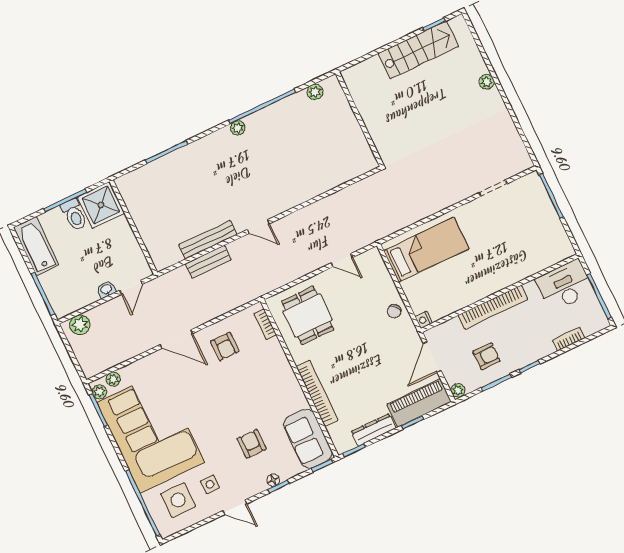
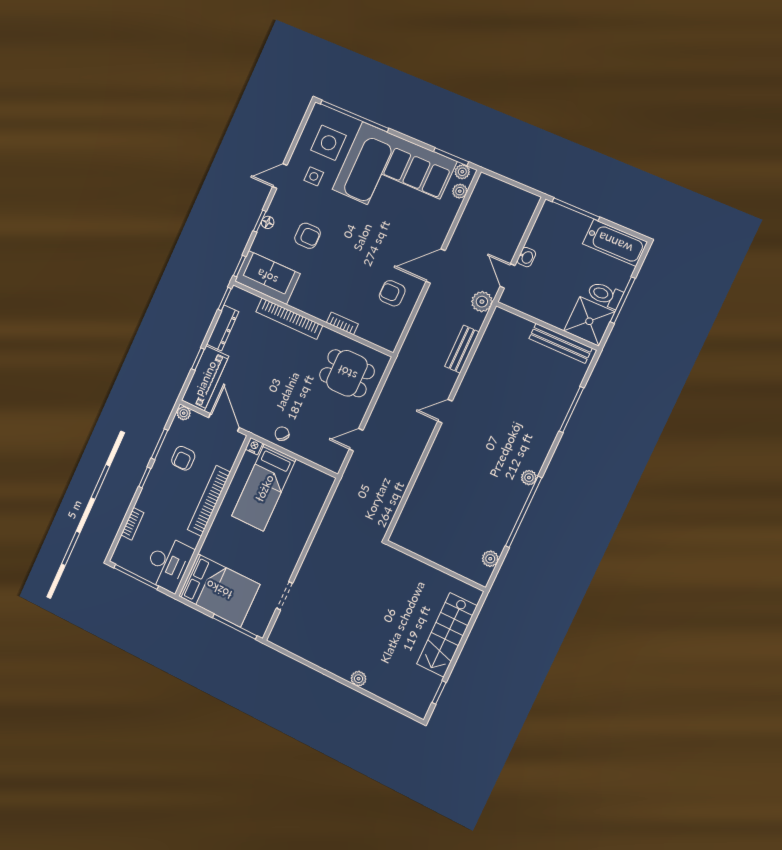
stairs: (418, 50) -> (447, 635), moved
bed: (541, 233) -> (219, 590), added
bench: (208, 240) -> (560, 343), moved, turned 90
bed: (426, 250) -> (264, 488), moved
bookcase: (265, 324) -> (342, 323), moved
plant: (80, 325) -> (482, 302), moved

